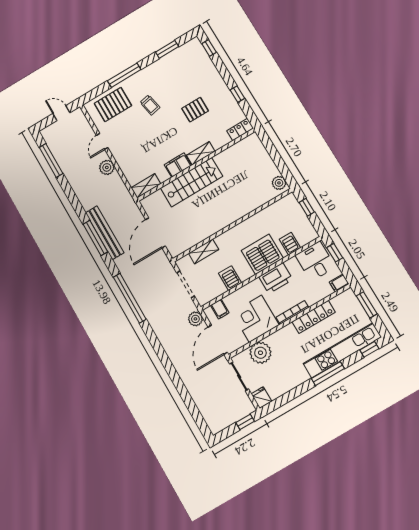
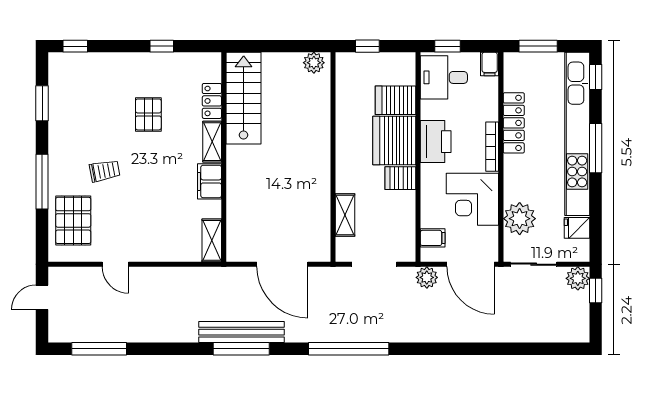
locker: (240, 130) -> (212, 101), moved
plant: (107, 167) -> (578, 278), moved
stairs: (192, 182) -> (244, 98), moved
server rack: (290, 244) -> (395, 100), width x1.36, depth x1.44
server rack: (230, 278) -> (400, 178), moved
kitchen unit: (342, 350) -> (577, 134), width x1.36
fridge: (261, 398) -> (577, 228), moved

